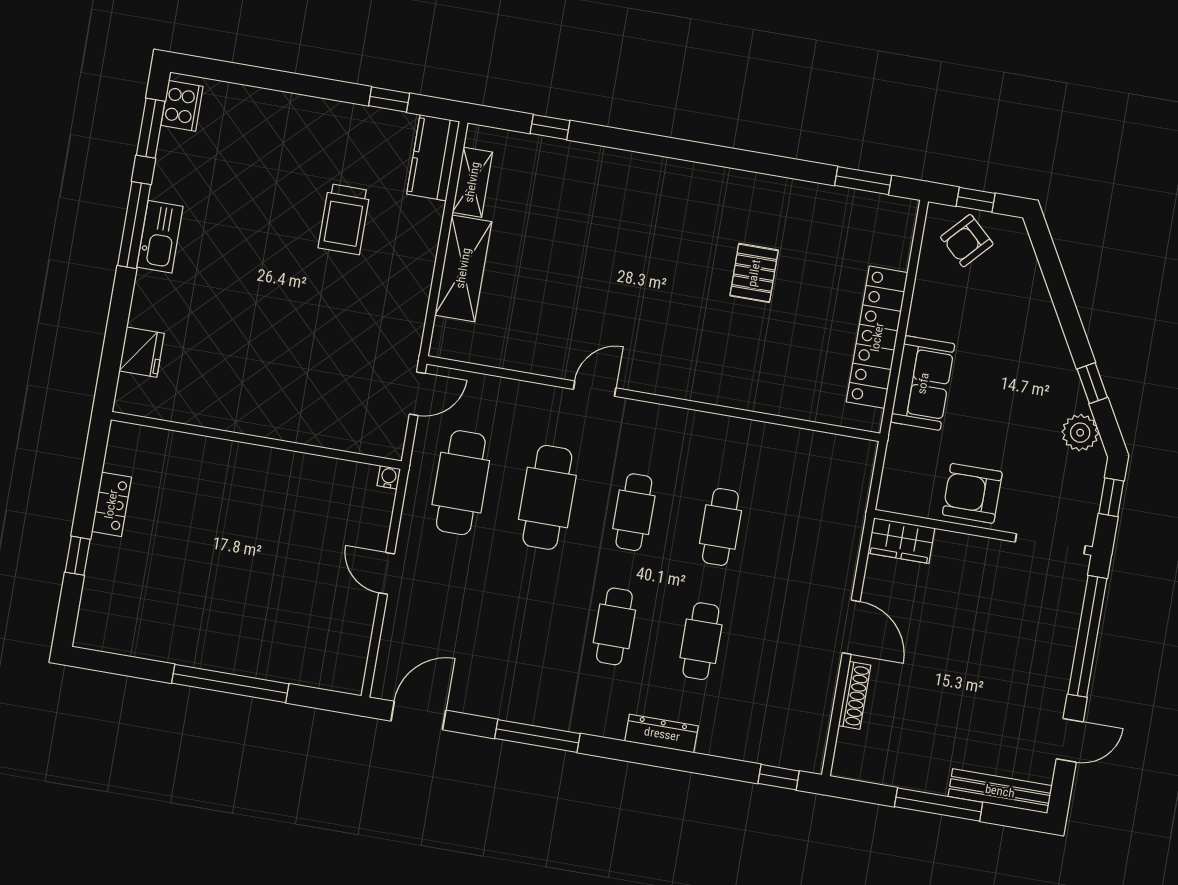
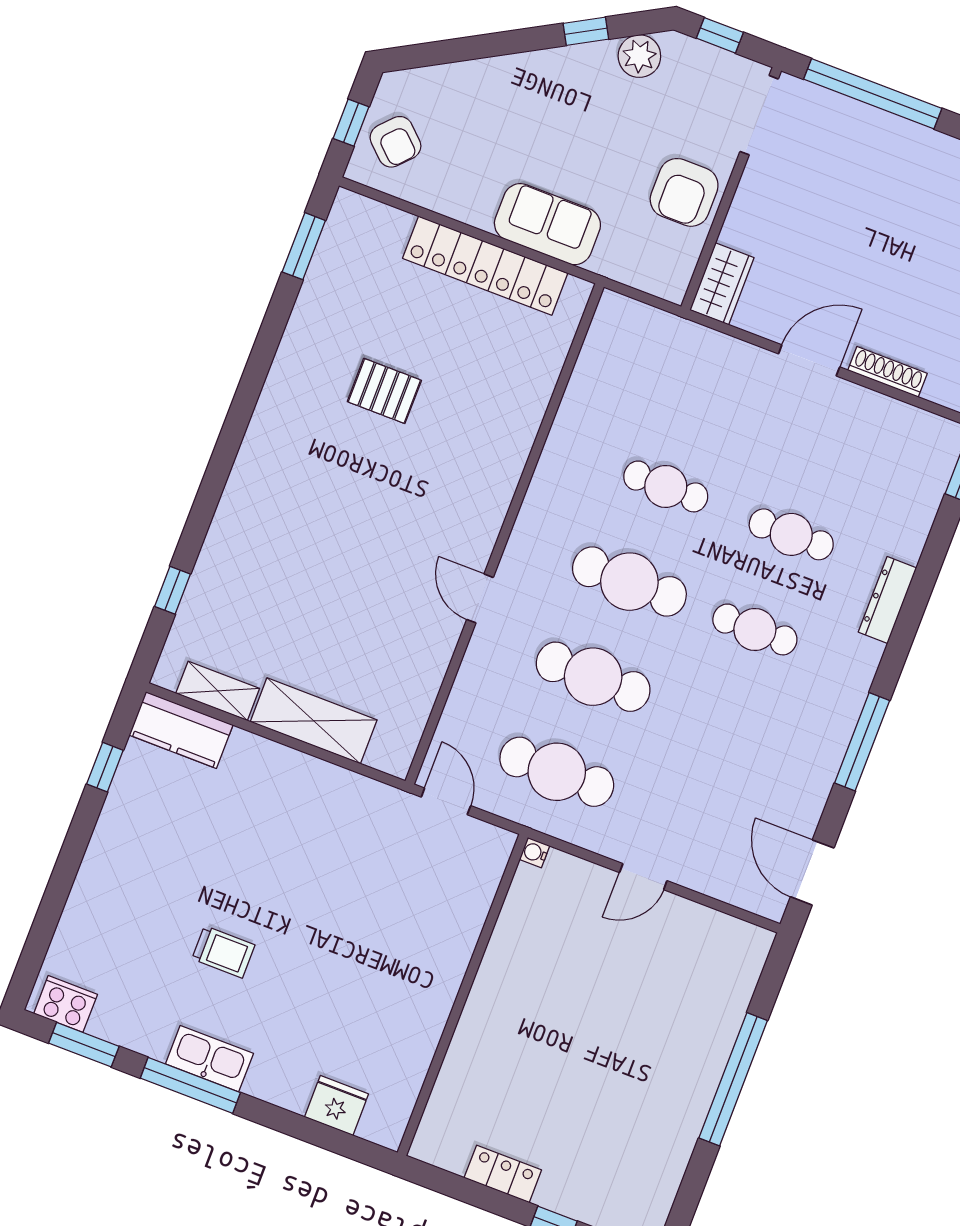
trolley: (344, 219) -> (223, 952), moved, width x0.73, depth x0.72
cafe table: (634, 512) -> (629, 582), width x1.37, depth x1.35

